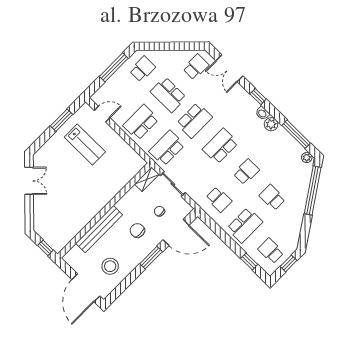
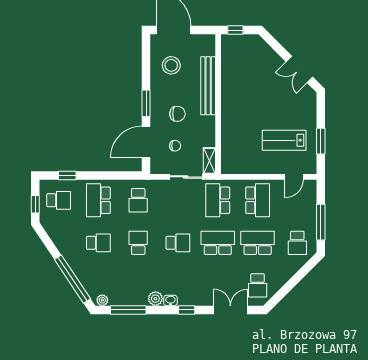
school desk: (194, 120) -> (218, 243), turned 90
school desk: (220, 146) -> (178, 243), width x0.54
school desk: (167, 148) -> (218, 200), turned 180
school desk: (246, 172) -> (138, 243), turned 180
school desk: (219, 200) -> (138, 200), turned -90

